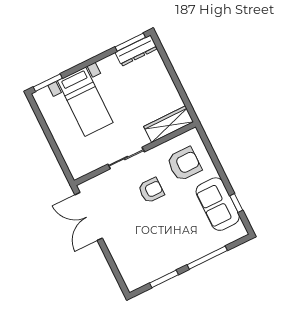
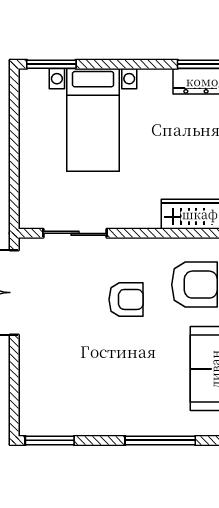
sliding door: (126, 158) -> (75, 233), moved
window: (164, 279) -> (50, 440), moved

